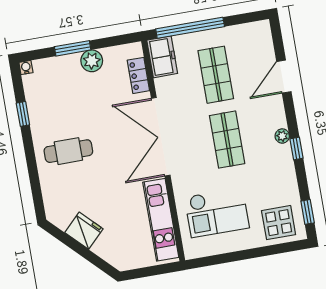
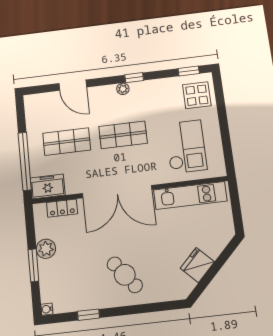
cafe table: (68, 151) -> (125, 275), turned -38

